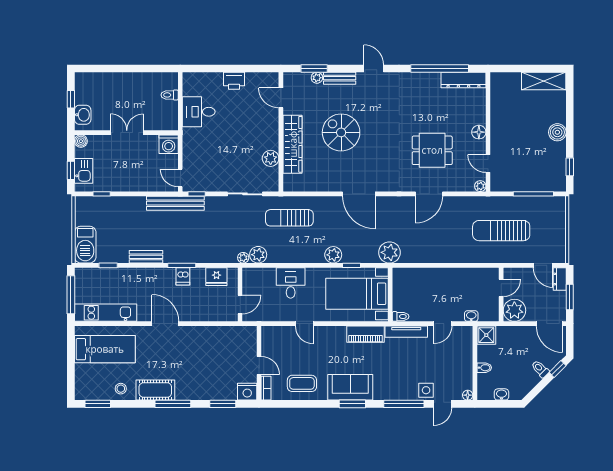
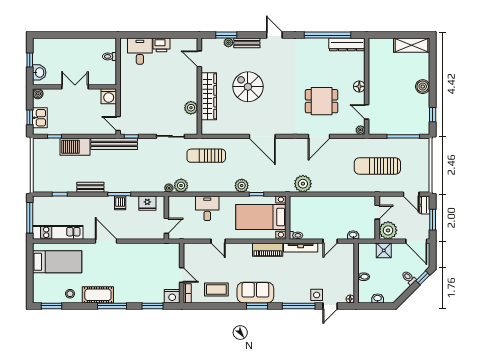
desk: (199, 112) -> (140, 51), moved, turned 90
barbecue: (85, 245) -> (75, 147), moved, turned 90
plant: (389, 252) -> (303, 184), moved
shower: (486, 335) -> (384, 250), moved

